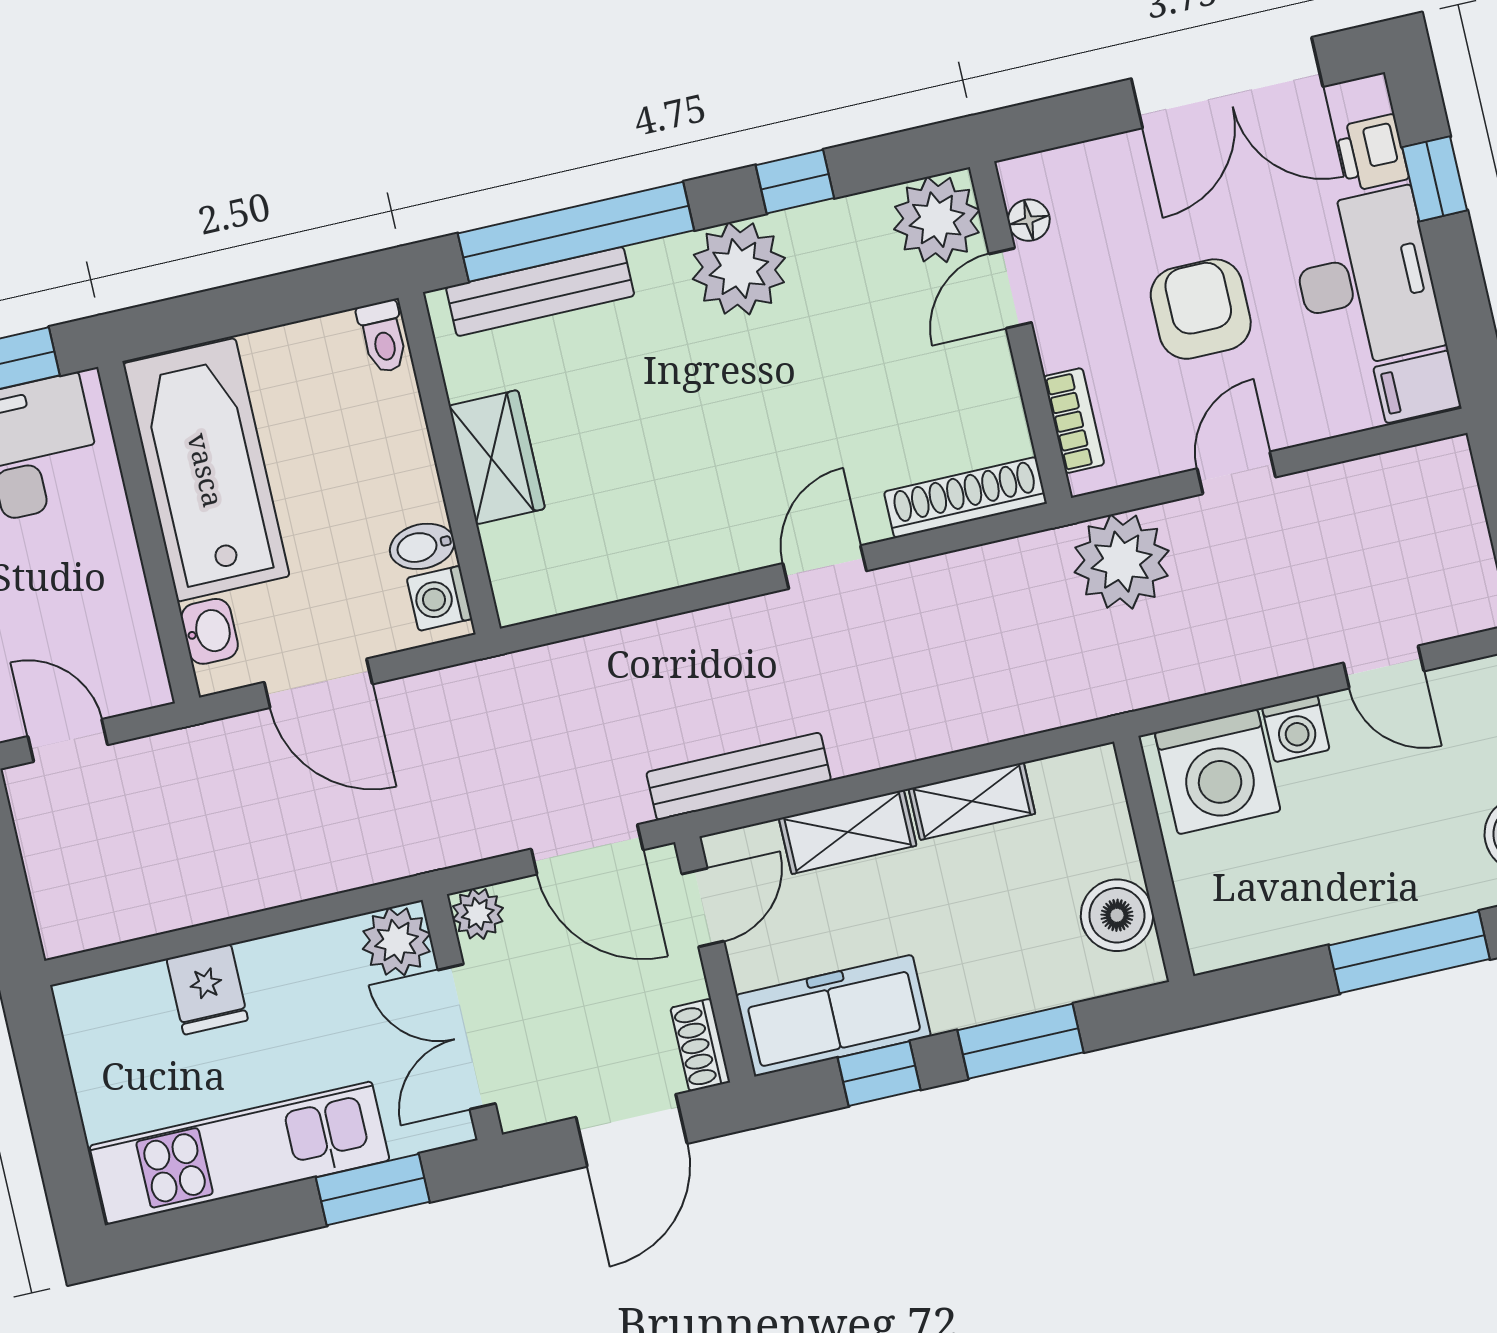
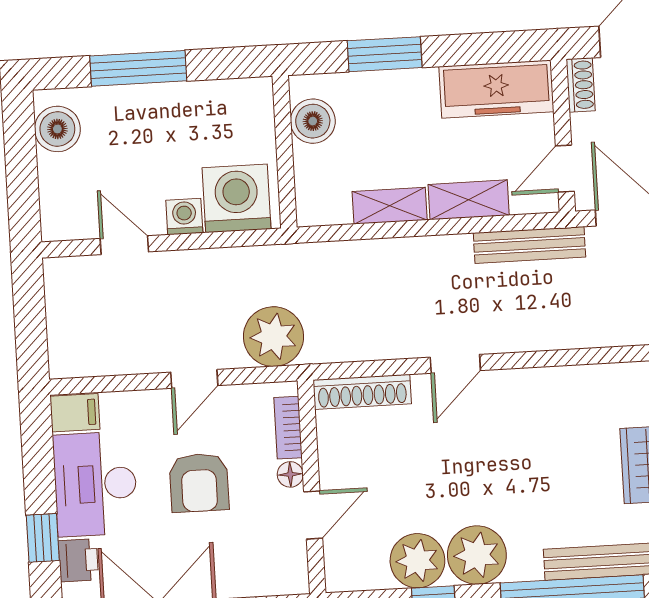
plant: (937, 220) -> (417, 561), moved
floor lamp: (1029, 220) -> (290, 474), moved
window: (879, 1074) -> (474, 49), removed

